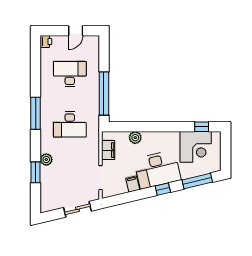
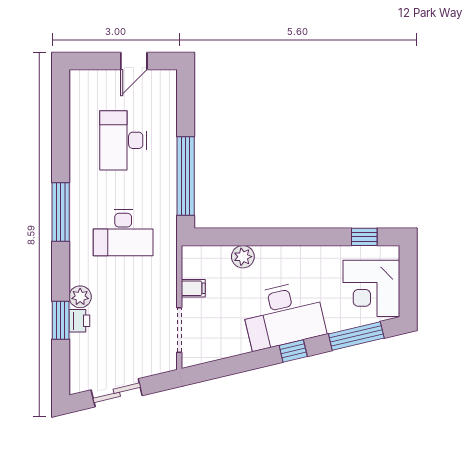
printer: (46, 42) -> (79, 321), moved
desk: (70, 74) -> (123, 140), turned -90
corner desk: (196, 147) -> (371, 288), moved, turned 90
filing cabinet: (108, 150) -> (193, 288), width x0.50
filing cabinet: (133, 184) -> (238, 342), removed
sliding door: (78, 209) -> (117, 393), moved

